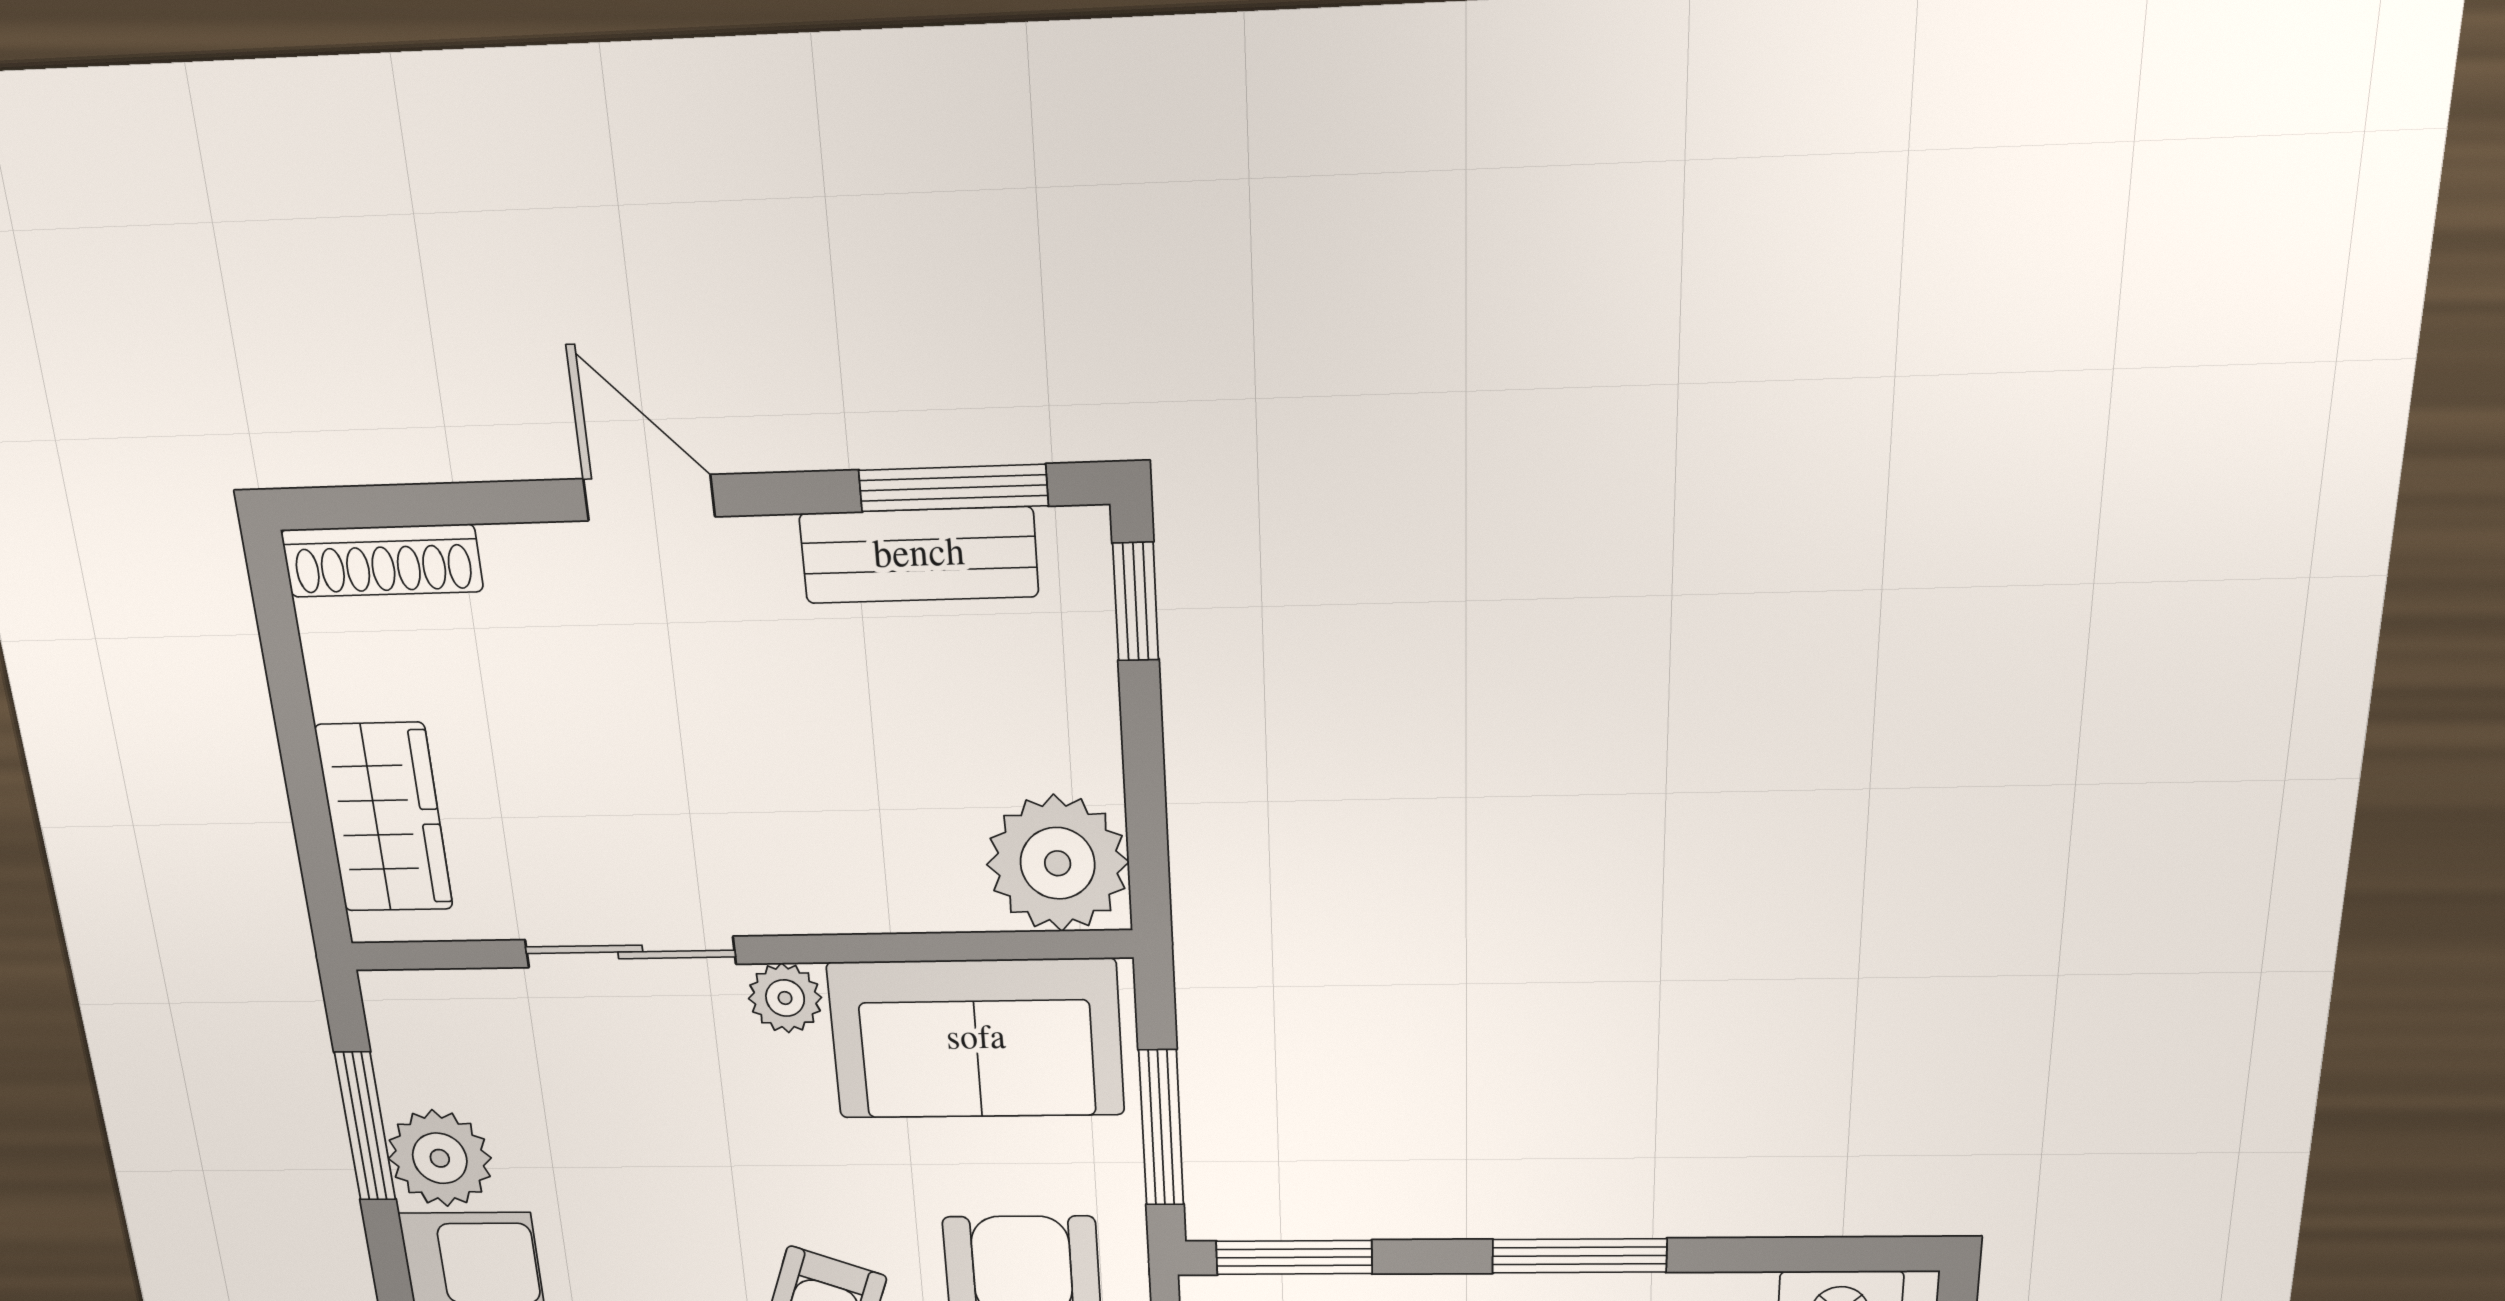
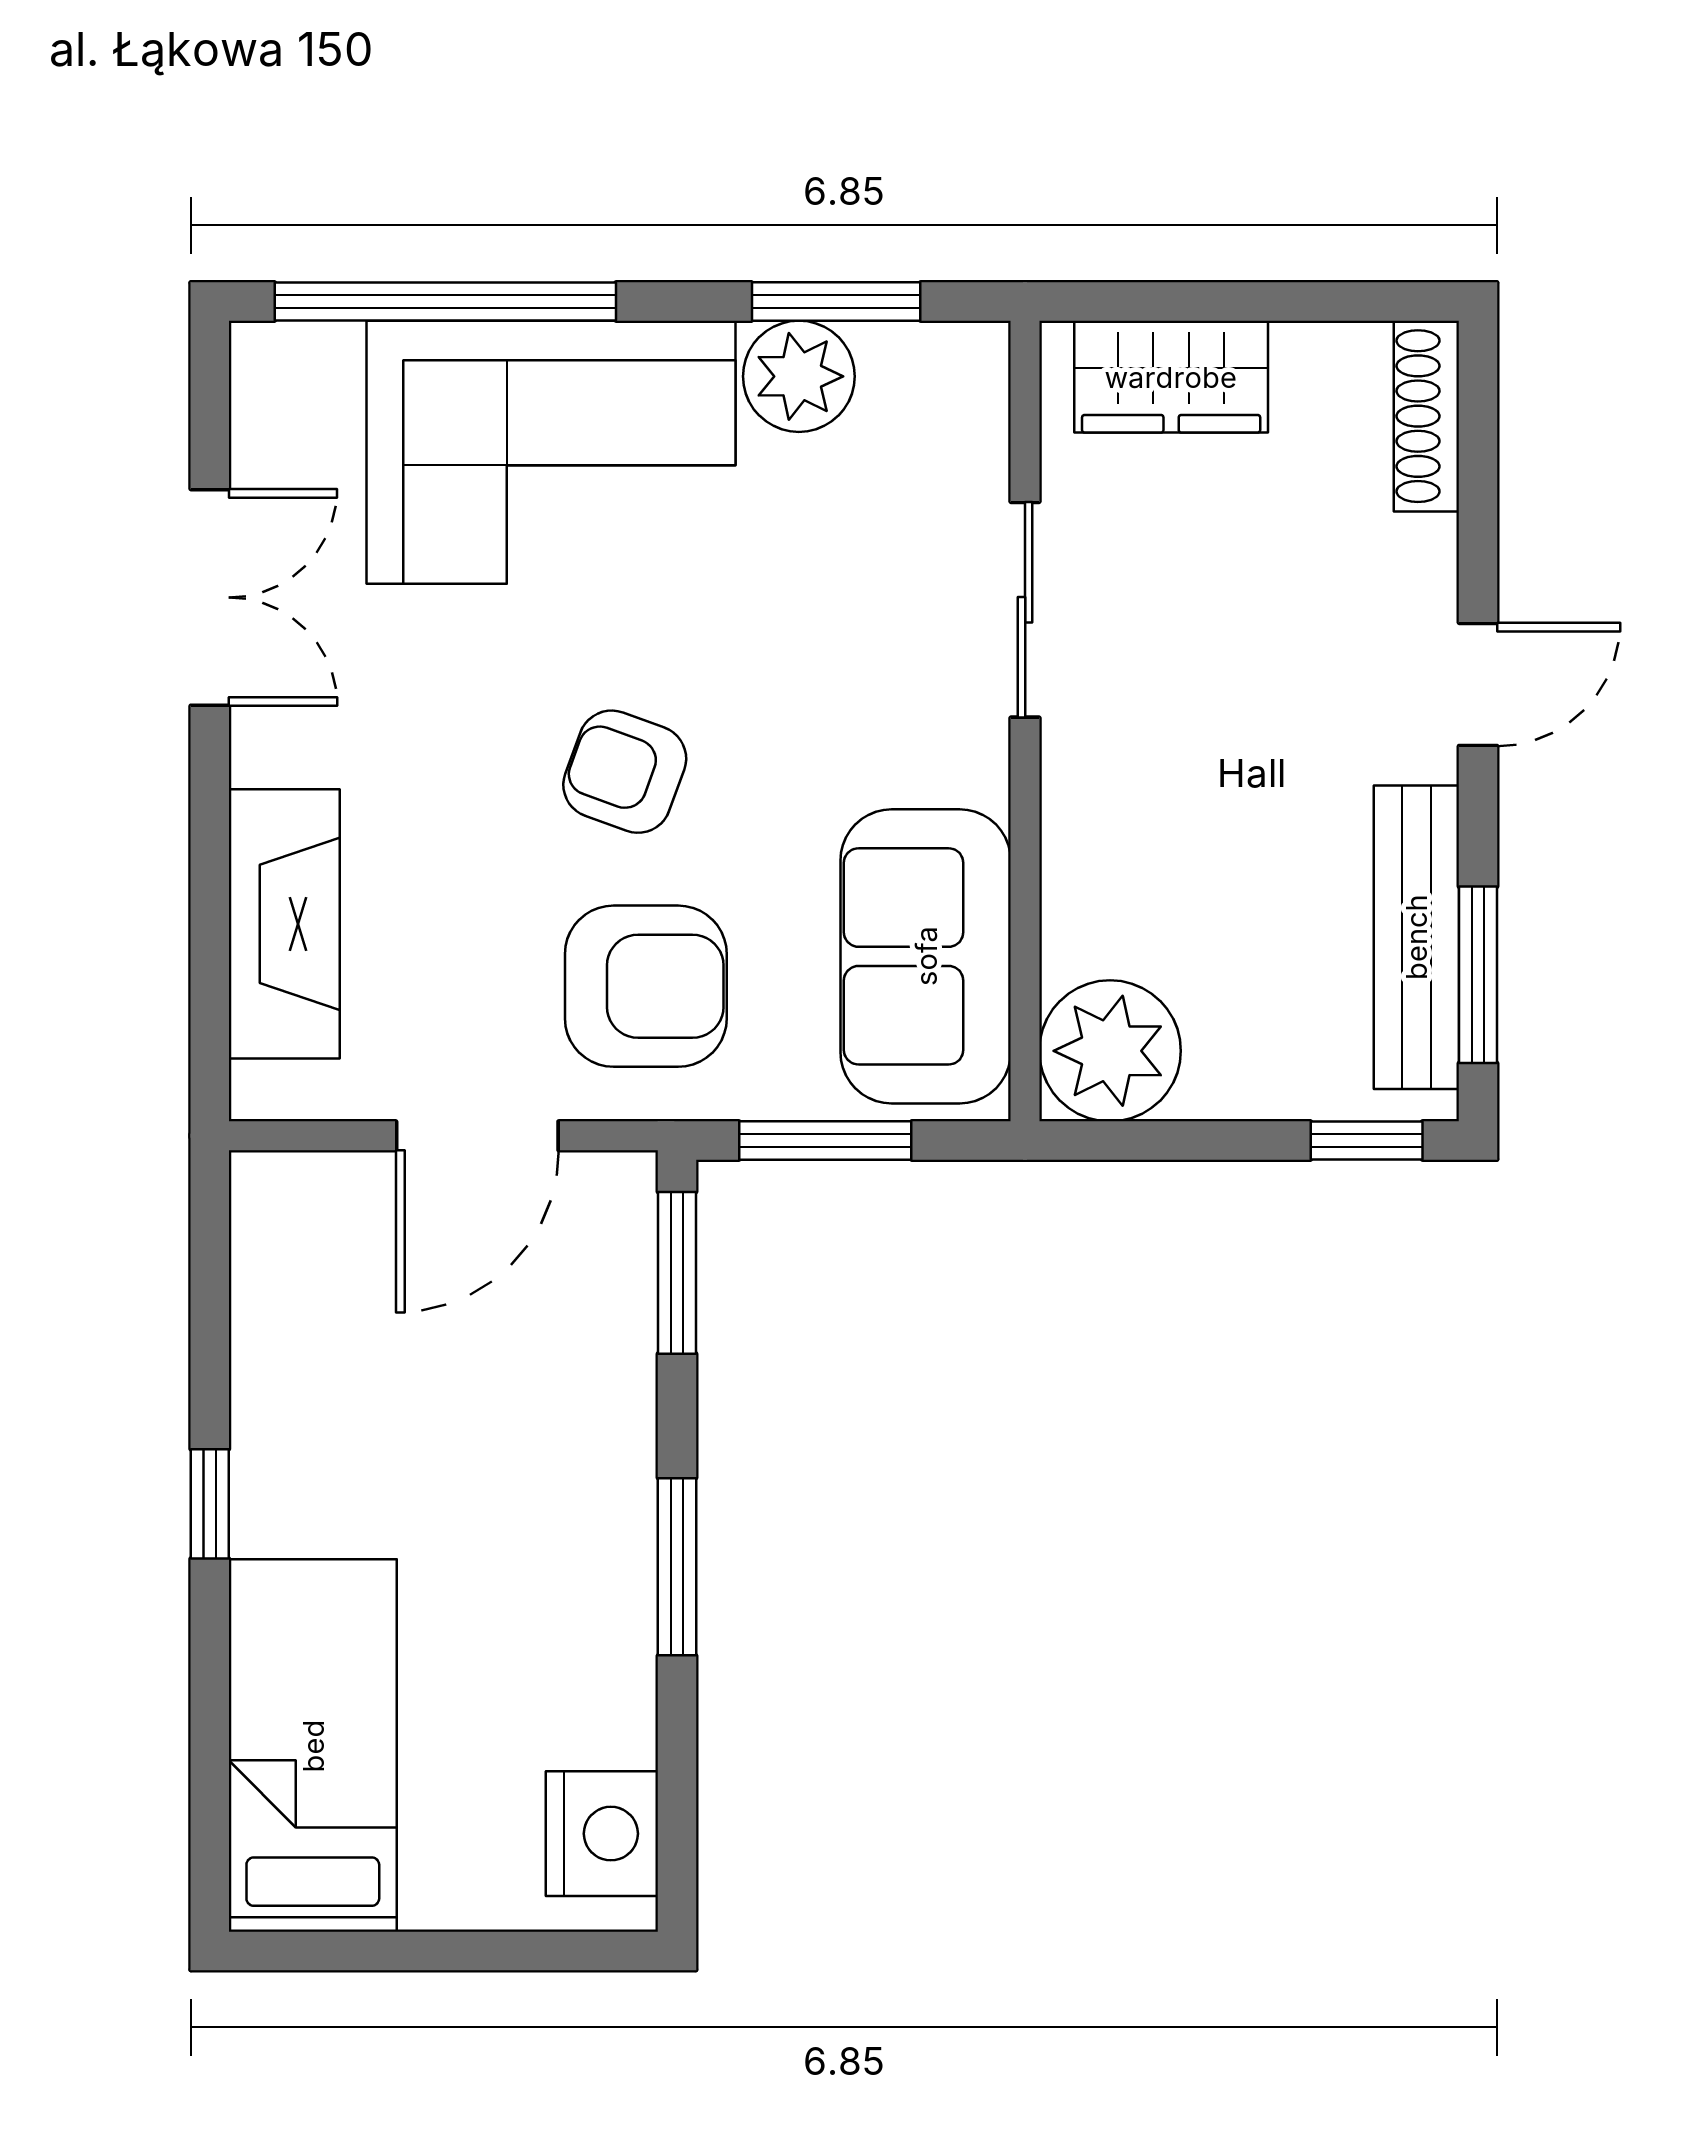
bench: (919, 555) -> (1416, 937), width x1.36
plant: (785, 998) -> (973, 764), removed

